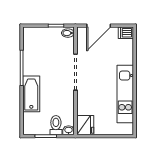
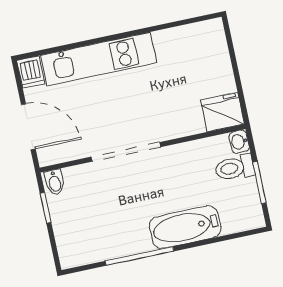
kitchen unit: (125, 94) -> (99, 59), moved

